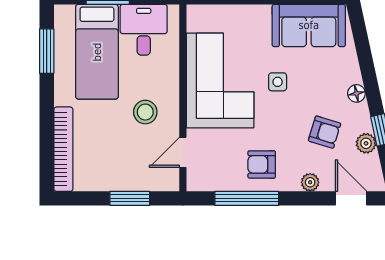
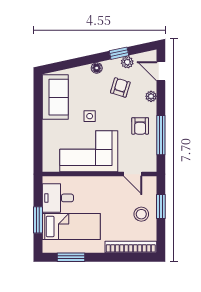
stool: (145, 112) -> (141, 214), moved
door: (351, 198) -> (161, 71), hinge flipped

